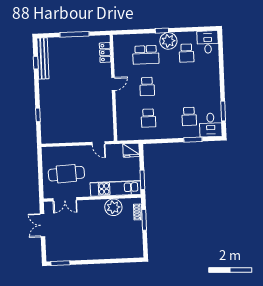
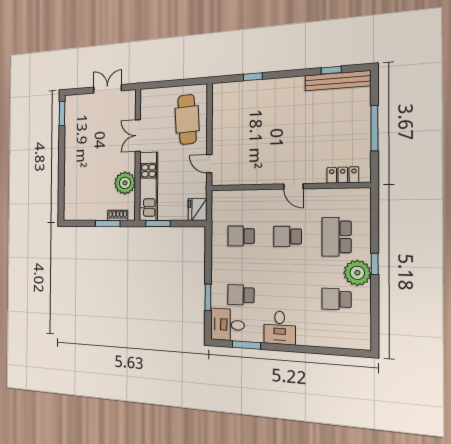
desk: (208, 42) -> (280, 328), moved, turned 90
door: (99, 143) -> (209, 164), hinge flipped
cafe table: (66, 174) -> (187, 119), moved
double door: (65, 199) -> (138, 136), moved

